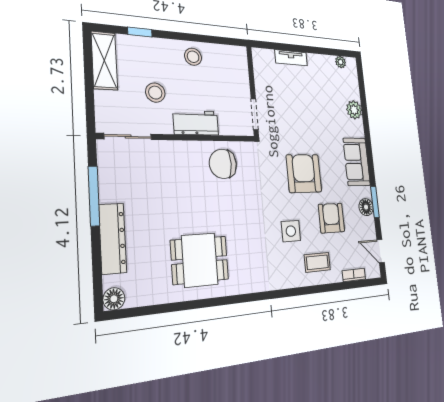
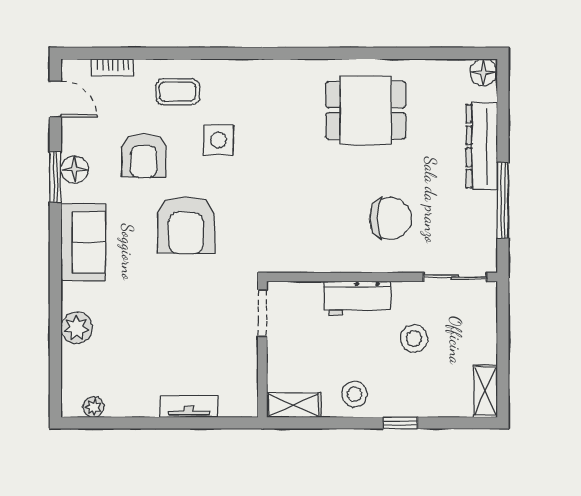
window: (140, 32) -> (400, 423), moved
shelving: (231, 53) -> (294, 405), added
shelving: (104, 61) -> (486, 391), width x0.67, depth x0.75
chair: (223, 164) -> (390, 218), moved

